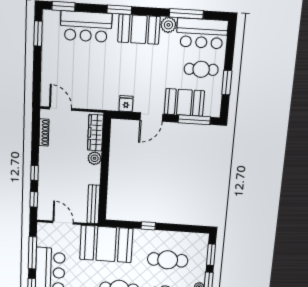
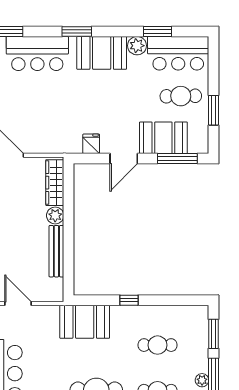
window: (186, 14) -> (158, 31), width x0.69
bench: (93, 204) -> (56, 251), moved
booth: (106, 244) -> (85, 322), width x0.73, depth x0.70
cafe table: (168, 260) -> (158, 345), width x0.73, depth x0.74

